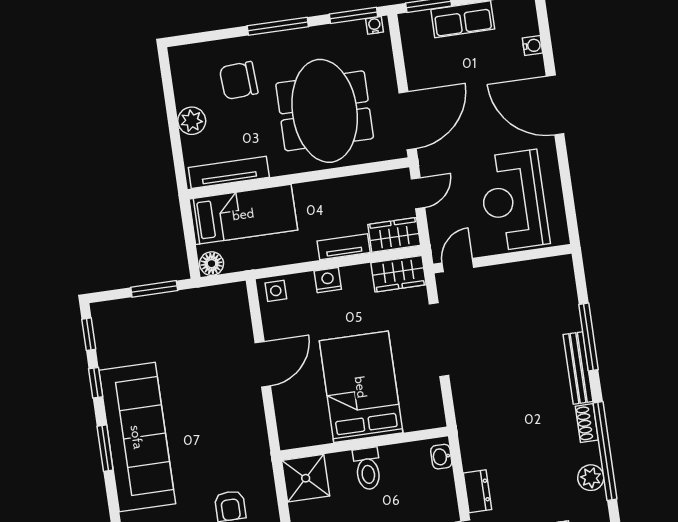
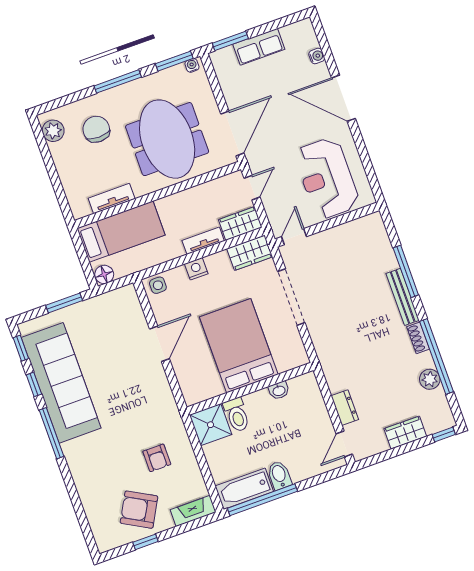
chair: (239, 80) -> (96, 129), turned 93
plant: (192, 121) -> (53, 131), moved
tv unit: (229, 172) -> (112, 199), width x0.71
sofa: (137, 437) -> (61, 383), moved
window: (105, 448) -> (51, 433), width x1.44
washbasin: (441, 457) -> (279, 390), moved, turned -90
toilet: (367, 469) -> (237, 415), moved

